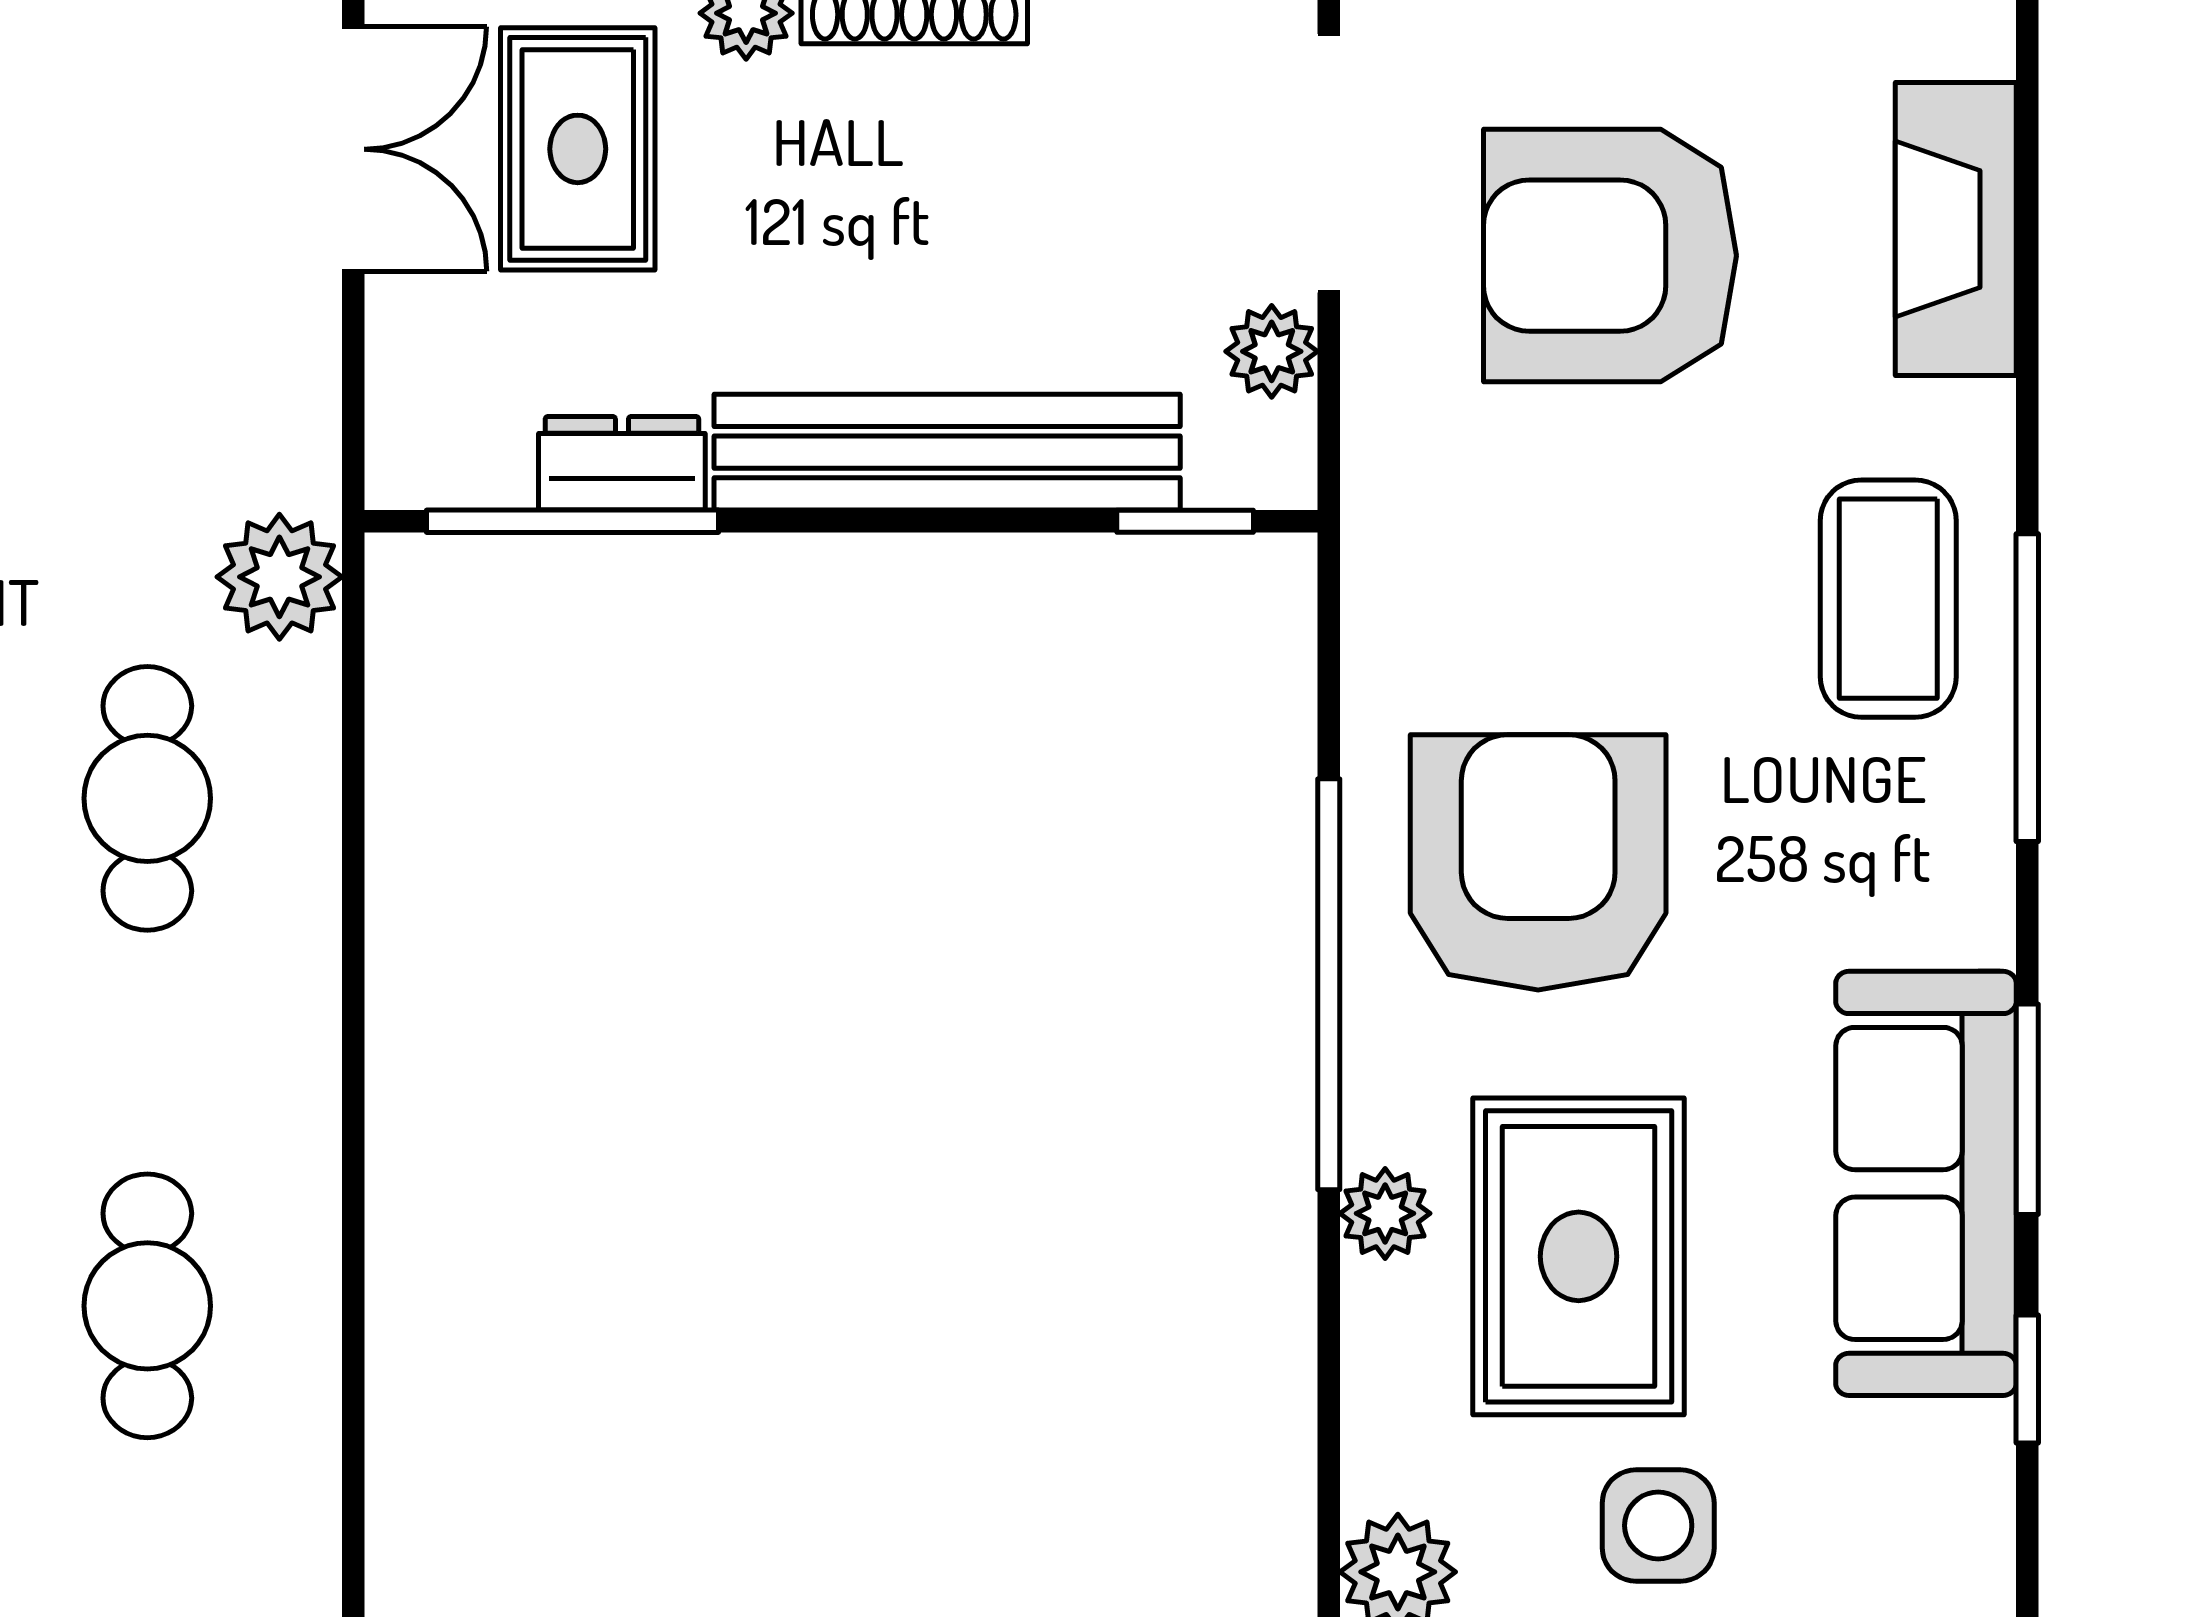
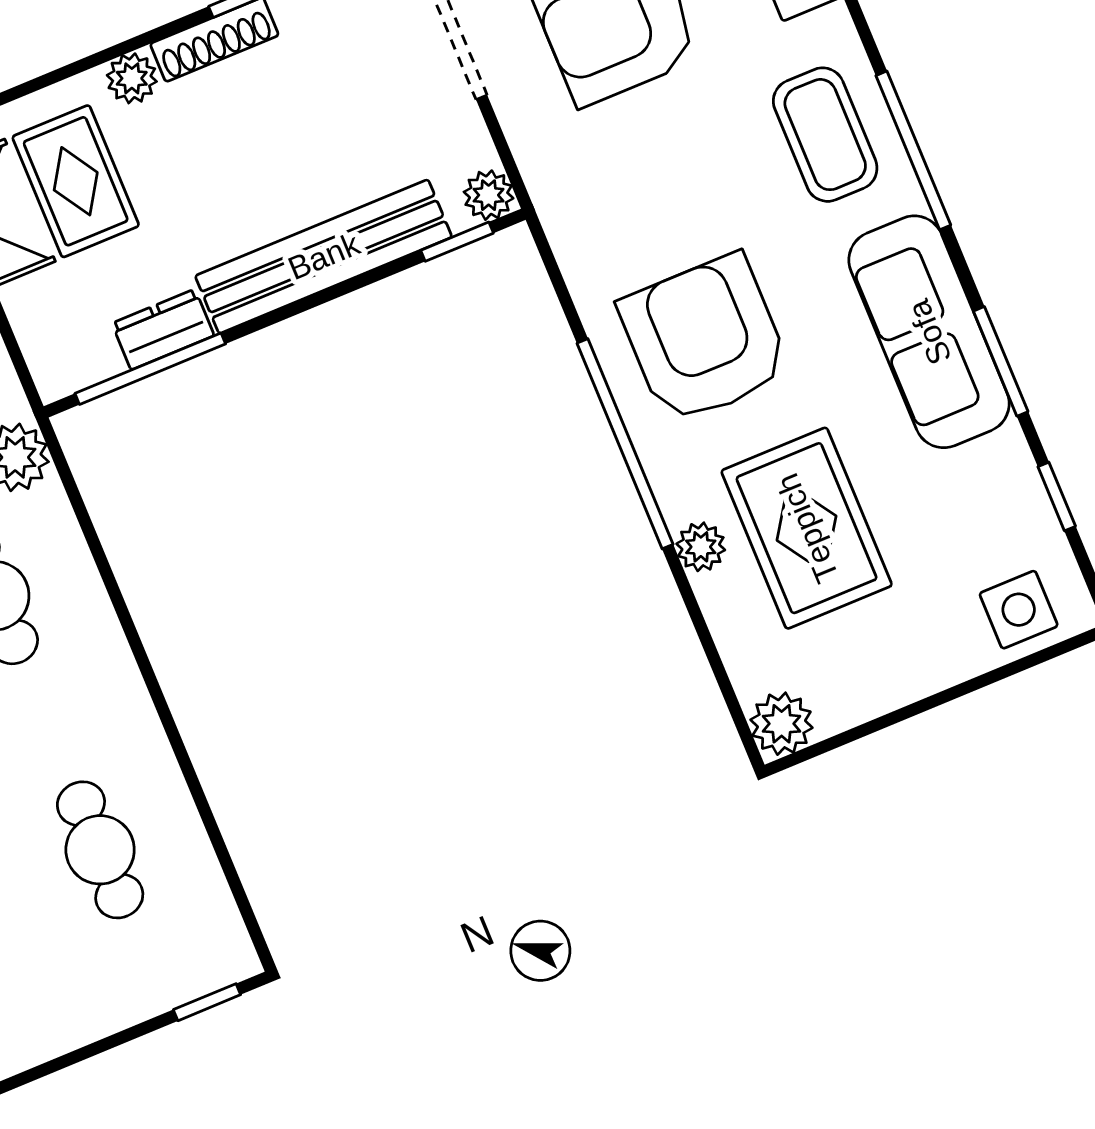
plant: (1272, 351) -> (489, 195), moved
sofa: (1926, 1183) -> (929, 332), moved
side table: (1658, 1526) -> (1019, 610), moved

